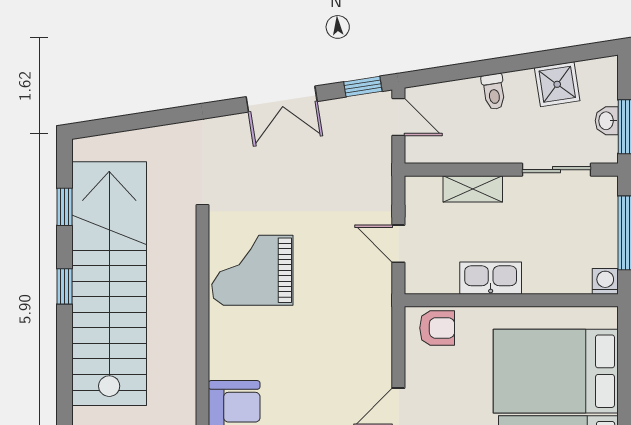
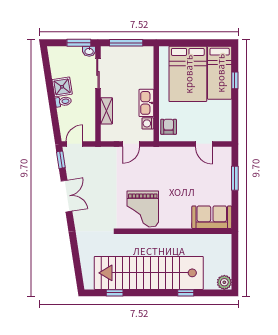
shower: (557, 84) -> (62, 87), moved
washbasin: (607, 121) -> (89, 51), moved
washing machine: (605, 281) -> (148, 123), moved
window: (64, 286) -> (186, 293), moved

